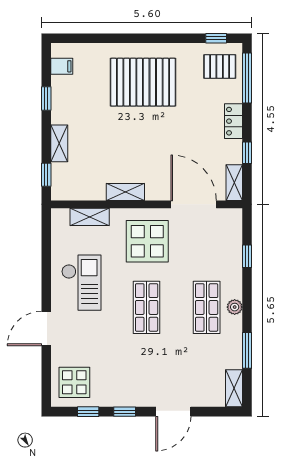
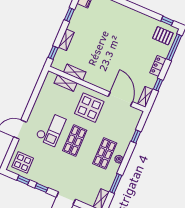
pallet: (143, 82) -> (121, 27), removed
shelving: (125, 192) -> (75, 72), moved
checkout: (81, 283) -> (51, 129), moved

